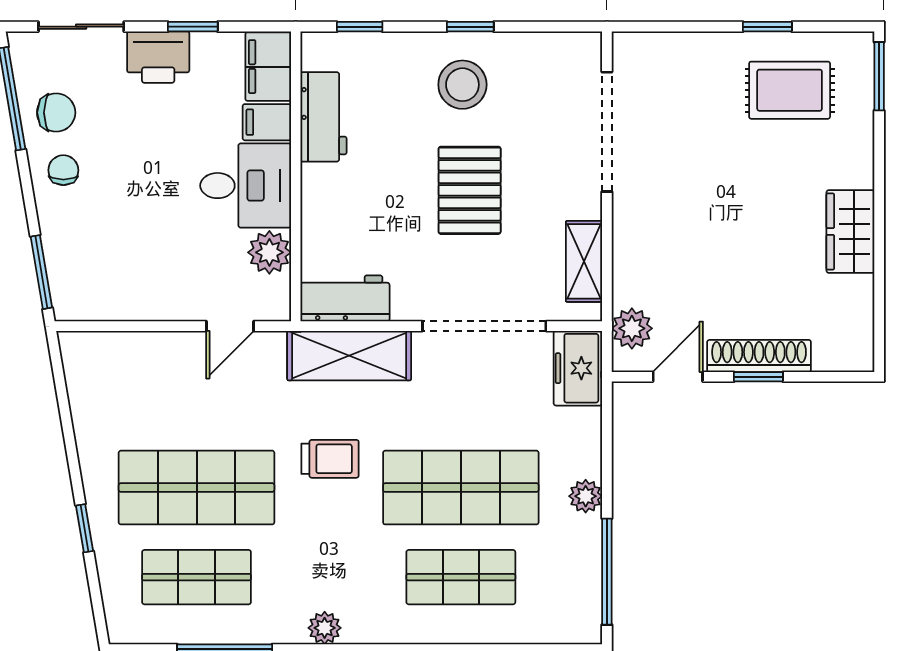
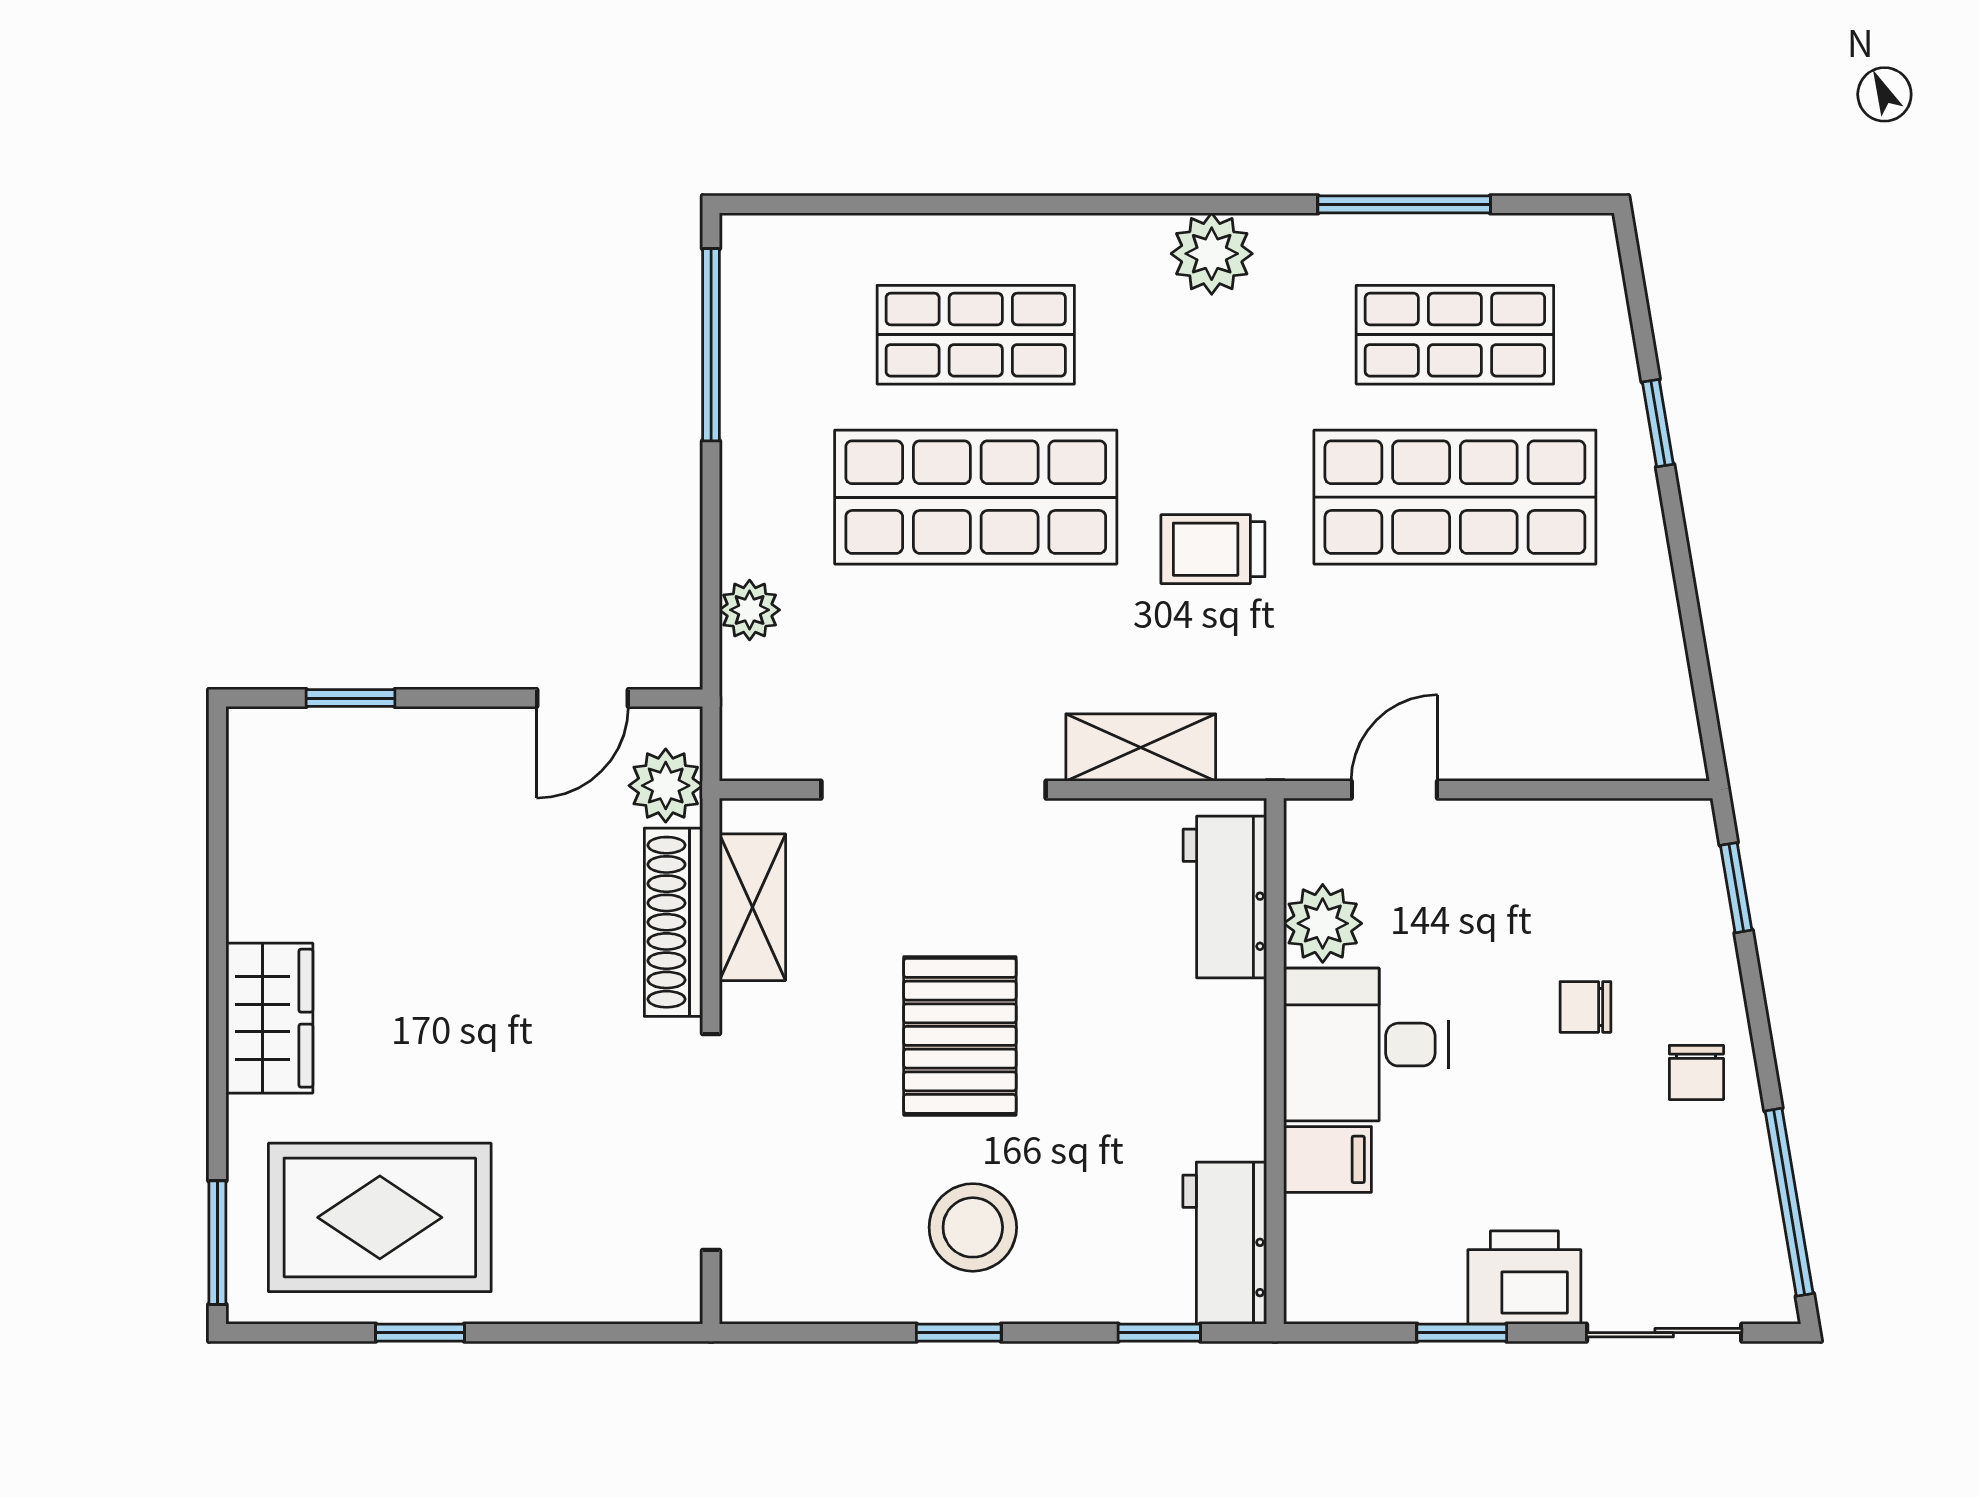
filing cabinet: (268, 67) -> (1325, 1260), removed
rug: (790, 90) -> (380, 1217), width x1.36, depth x1.43
chair: (56, 113) -> (1585, 1007), moved, width x0.73, depth x0.73
workbench: (323, 117) -> (1225, 1243), moved
wardrobe: (850, 232) -> (269, 1018), moved
window: (41, 272) -> (1736, 888), width x0.67
workbench: (345, 298) -> (1225, 897), moved, turned 90
shelving: (349, 356) -> (1141, 748), width x0.67, depth x0.75
shoe rack: (759, 356) -> (673, 922), moved, turned 90
freezer: (578, 368) -> (764, 713), removed
window: (758, 377) -> (351, 698), moved
plant: (586, 496) -> (750, 610), moved
plant: (325, 628) -> (1212, 254), width x1.38, depth x1.38

